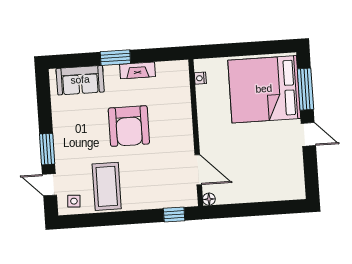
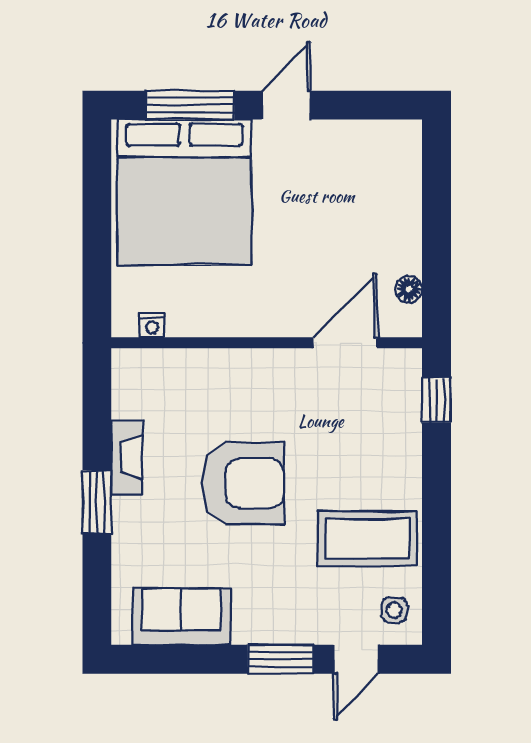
sofa: (80, 80) -> (181, 617), moved, turned -90
floor lamp: (209, 199) -> (409, 289), moved

